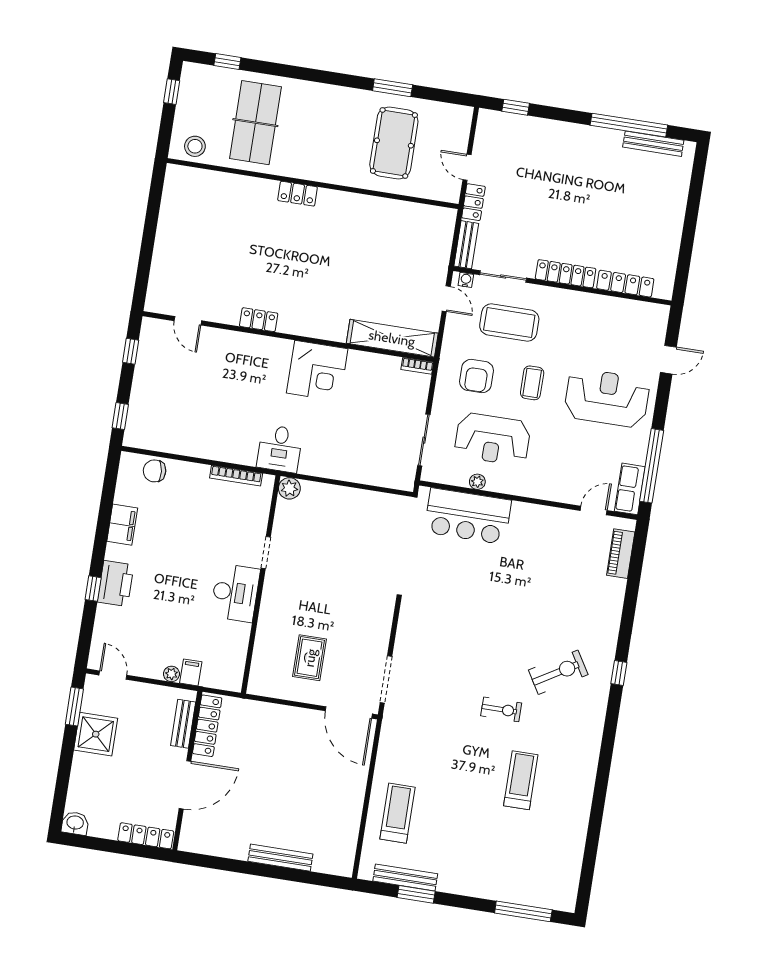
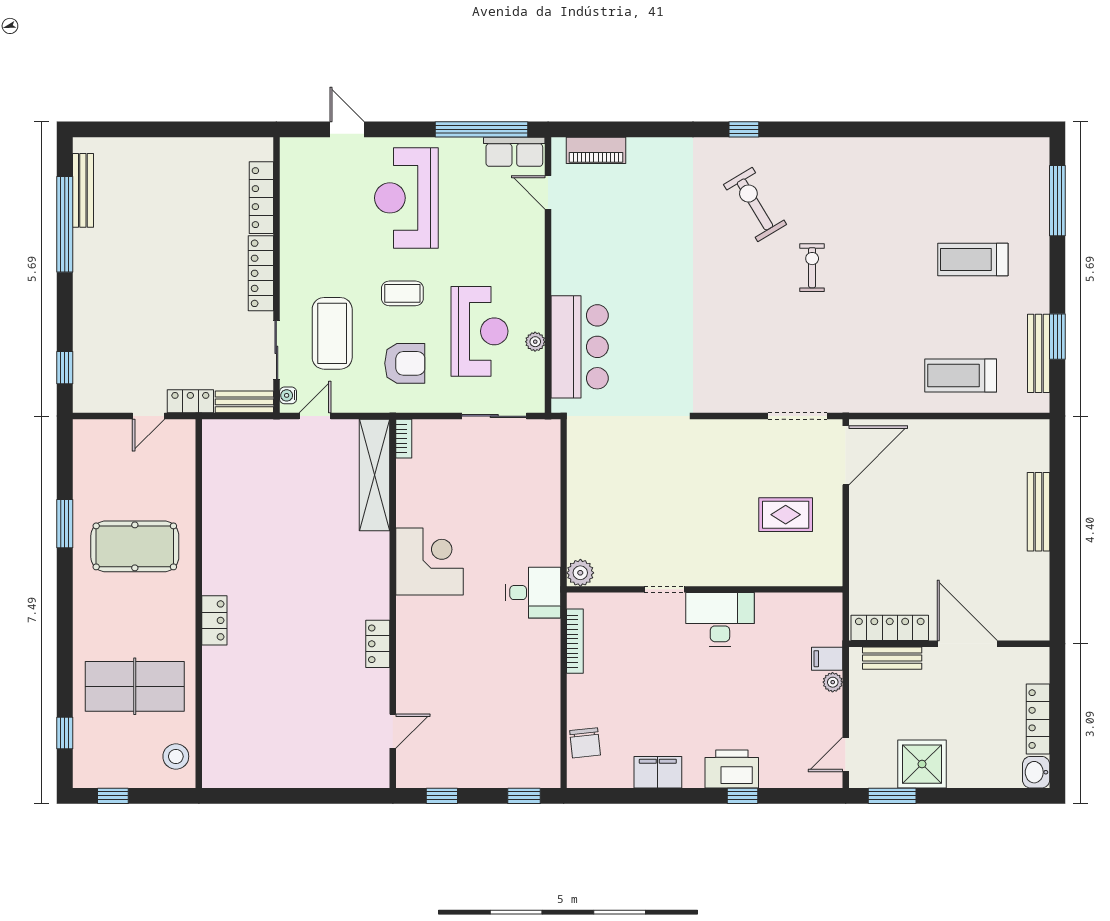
pool table: (394, 143) -> (135, 546), moved
treadmill: (521, 780) -> (973, 260), moved
locker: (146, 836) -> (1038, 719), moved

